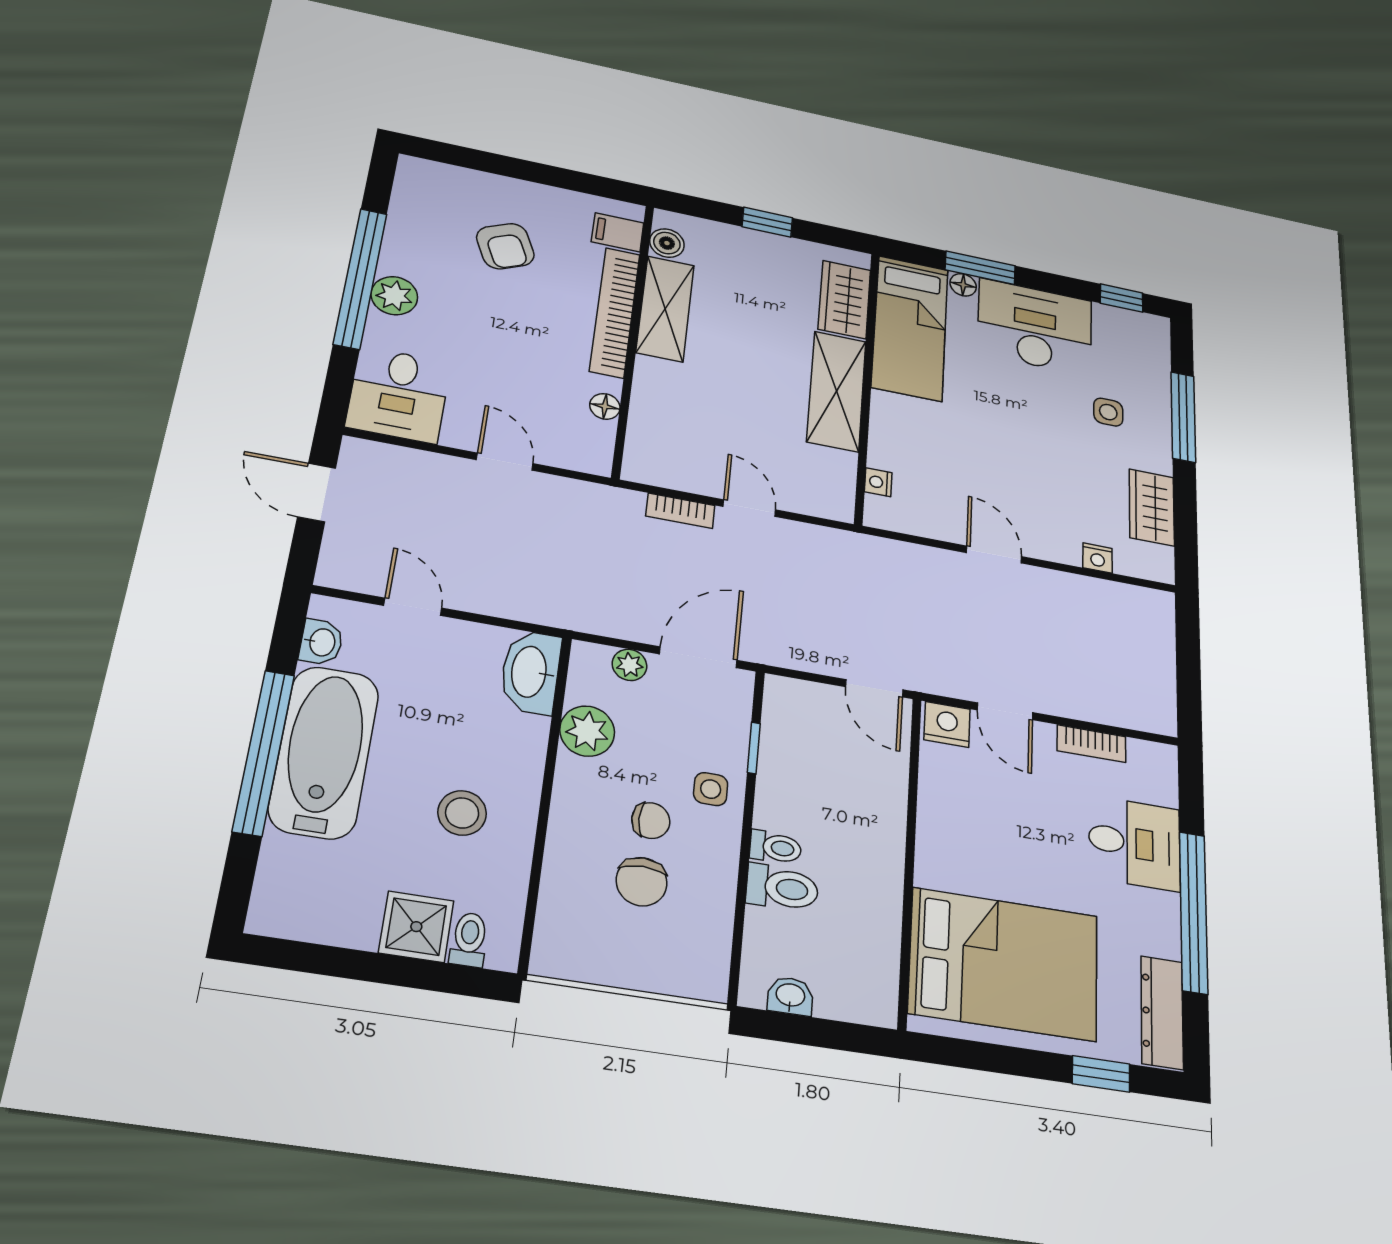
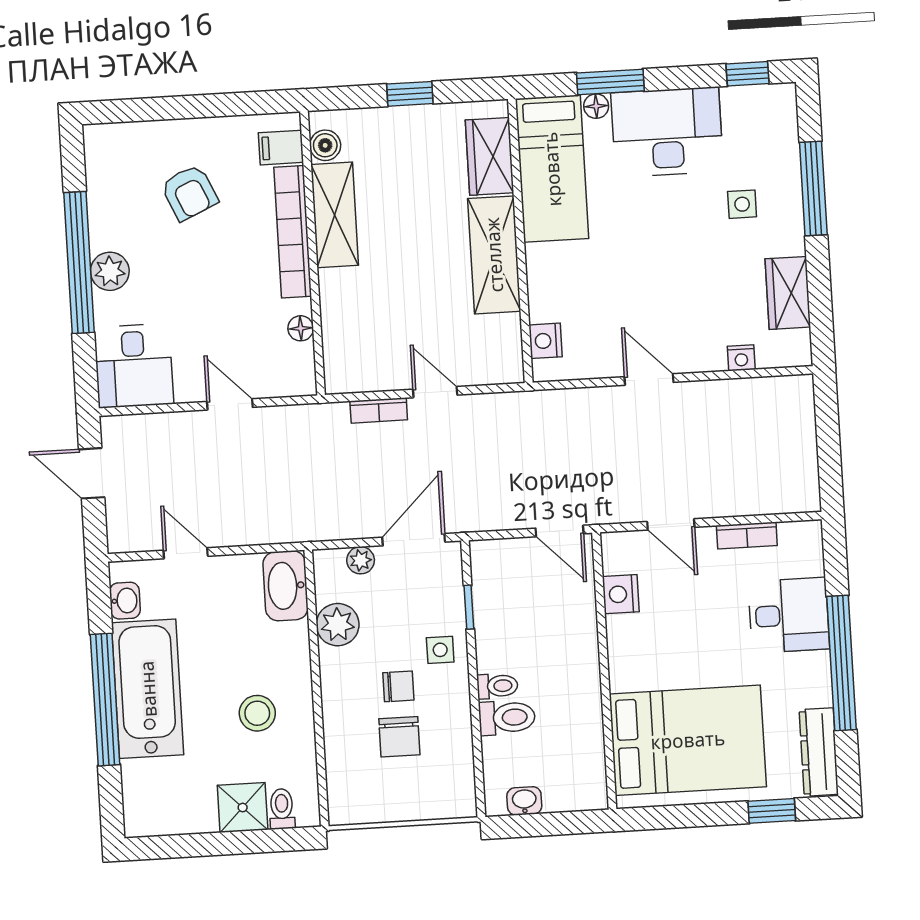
nightstand: (878, 482) -> (546, 341), width x1.39, depth x1.35
nightstand: (947, 724) -> (621, 594), moved, turned -90

